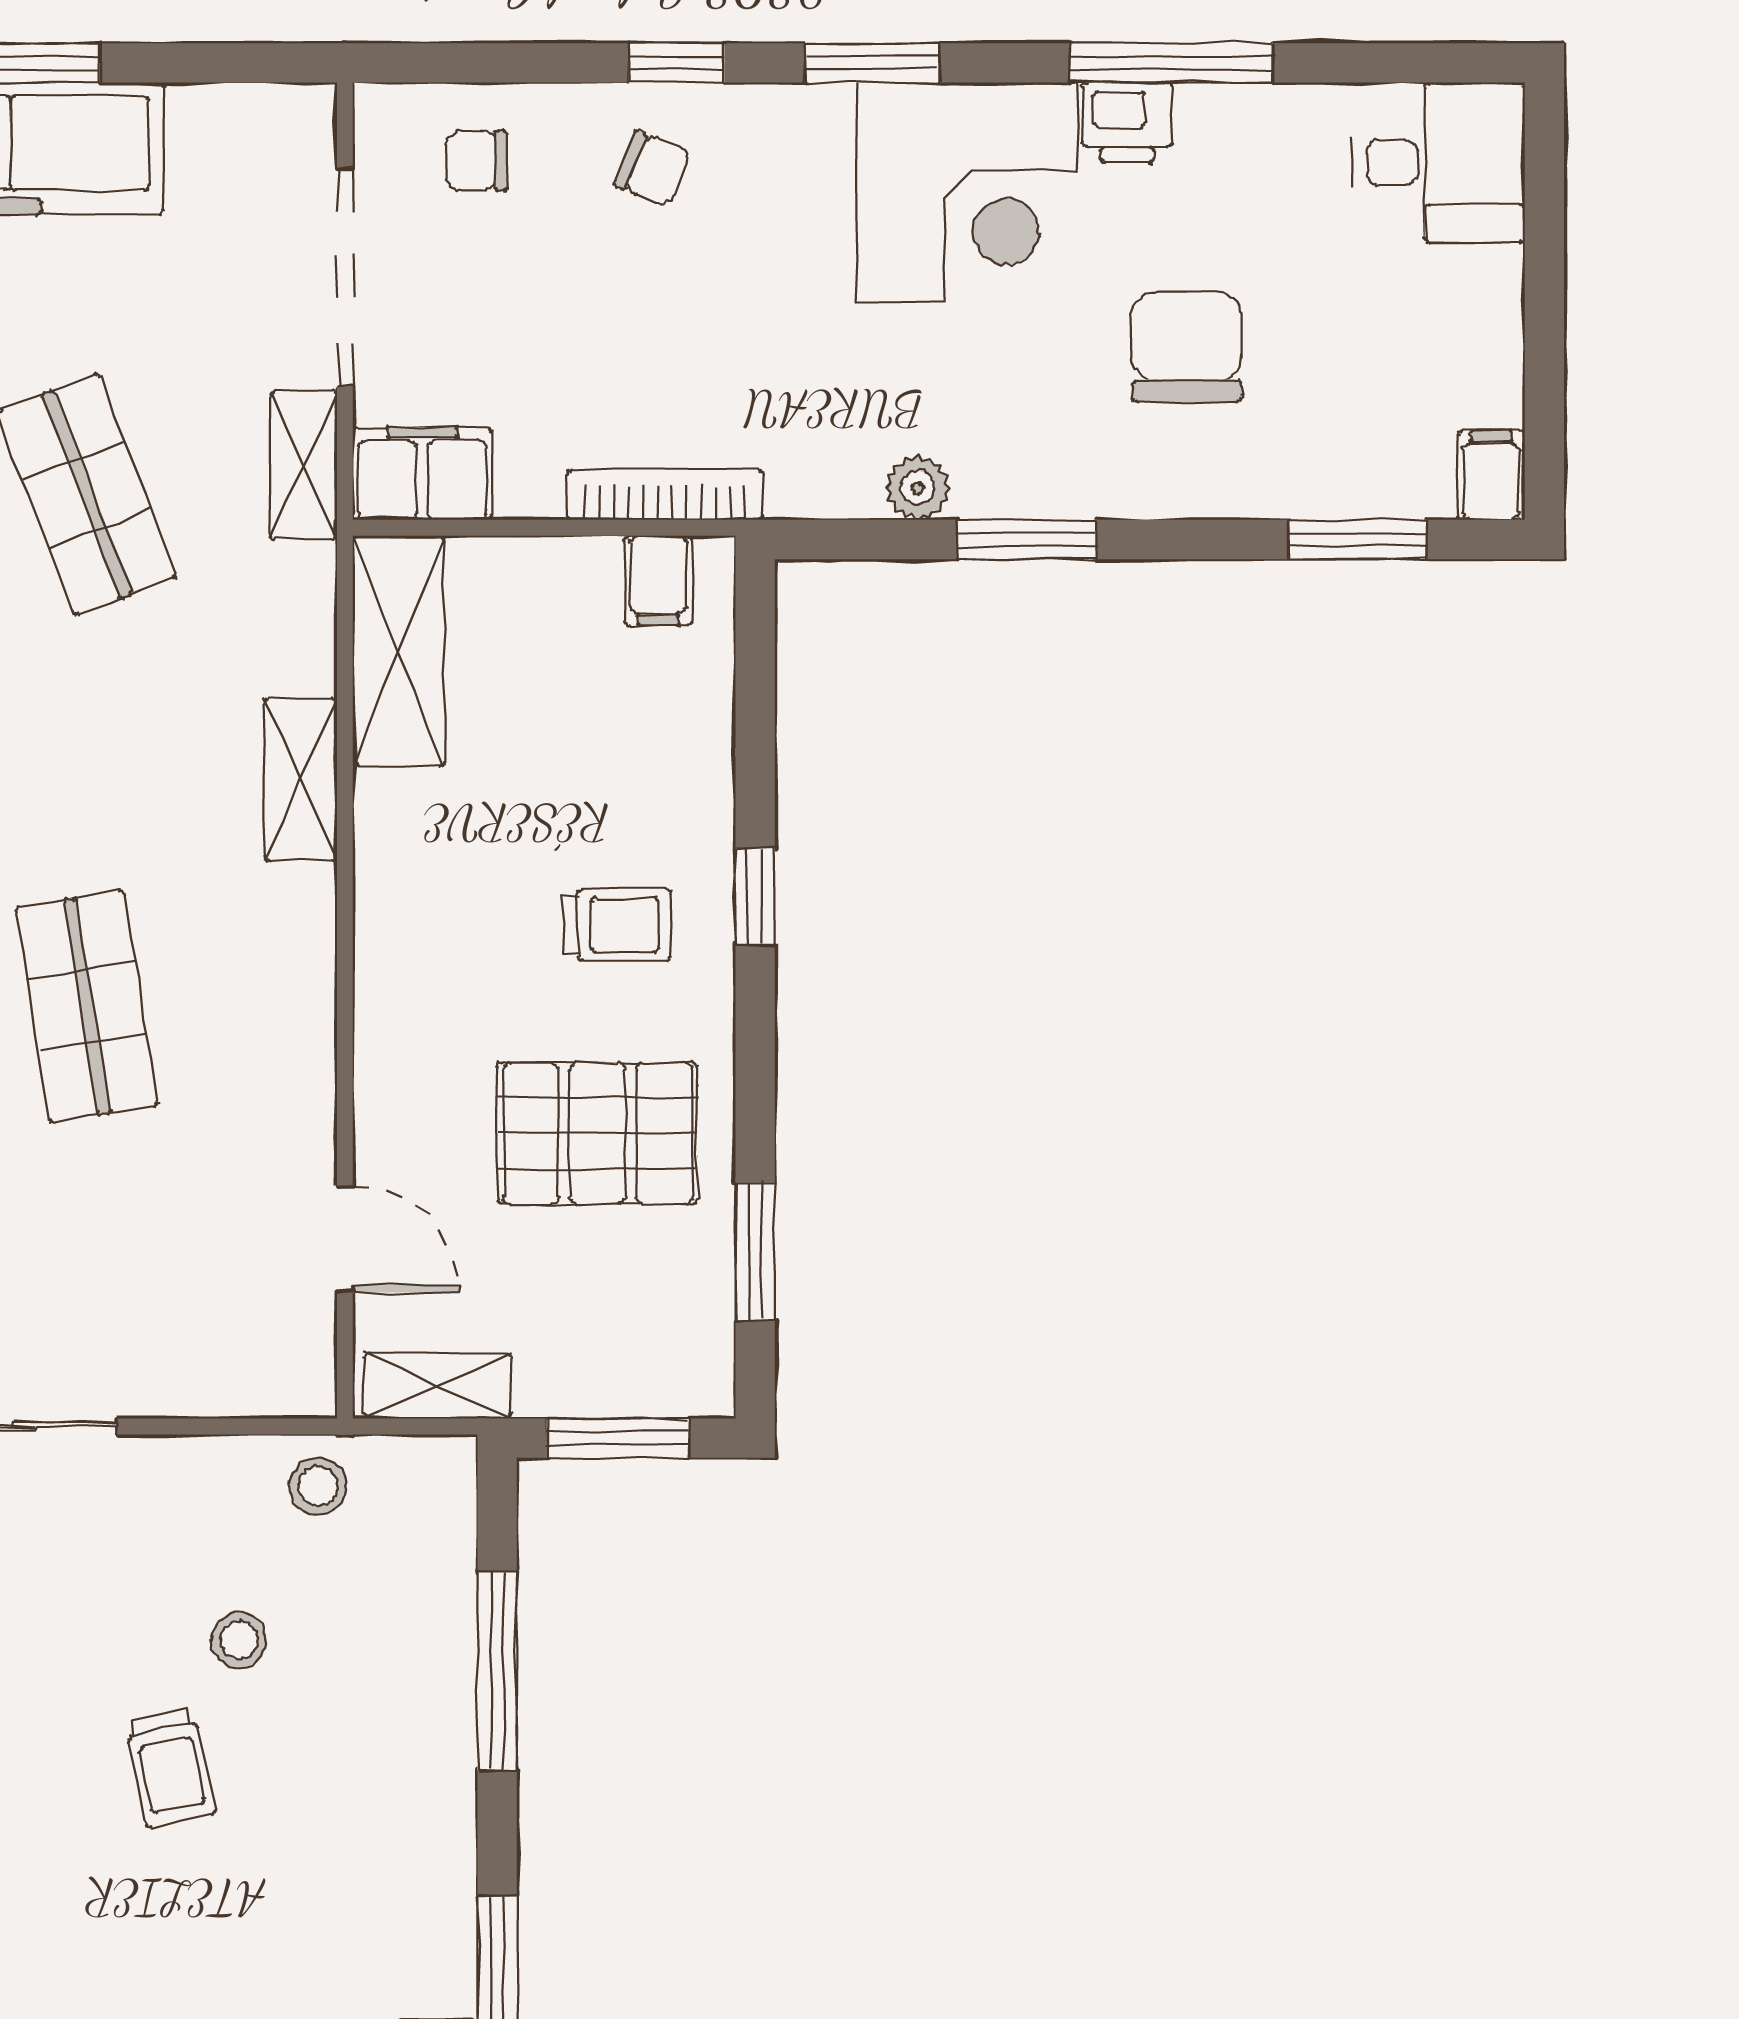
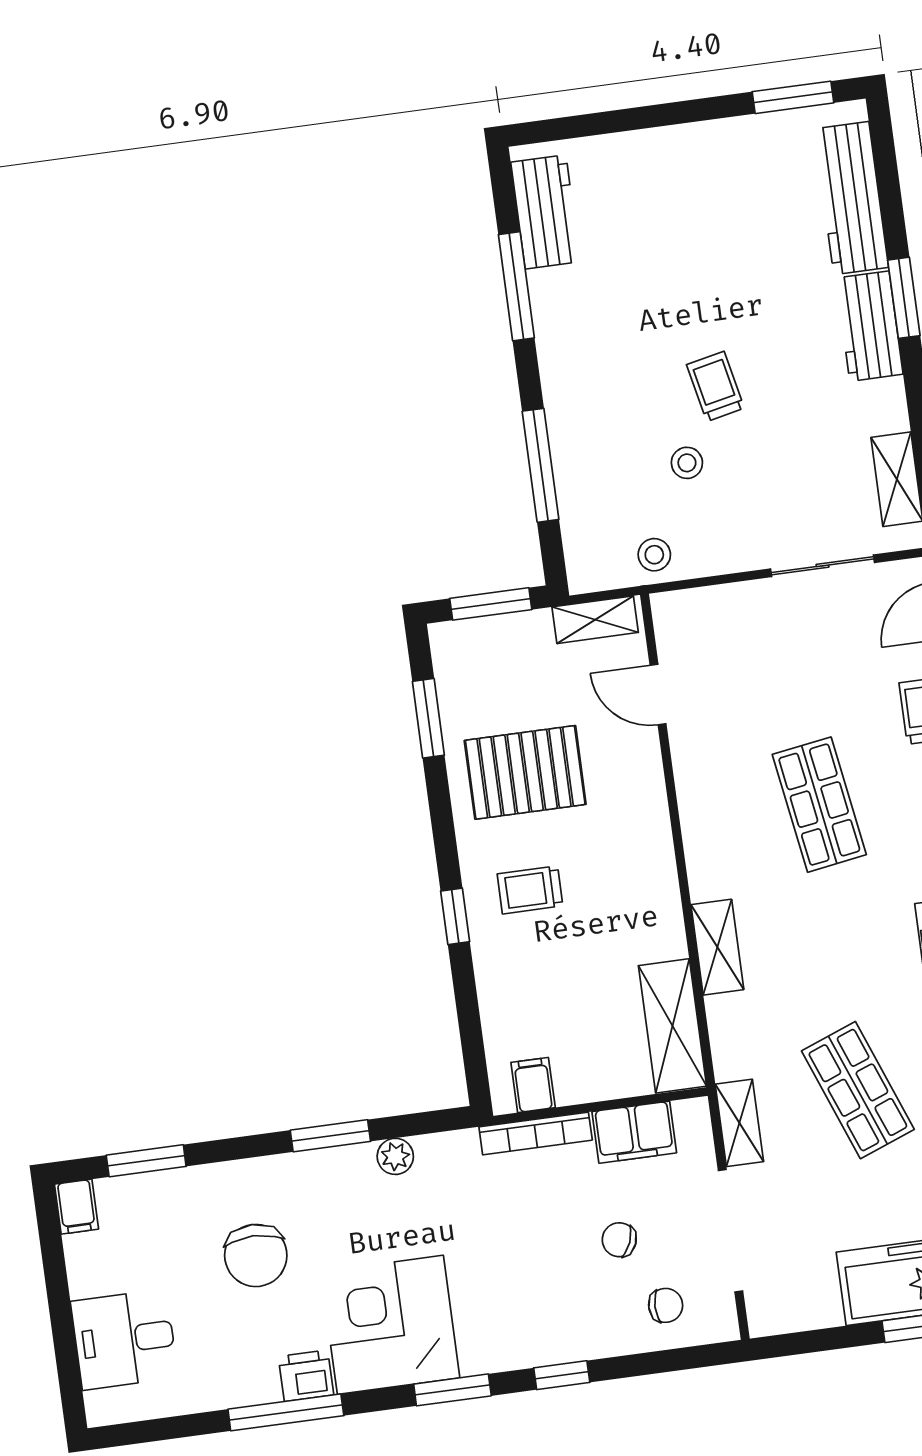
desk: (1439, 162) -> (124, 1339), moved
chair: (652, 169) -> (619, 1240), moved
filing cabinet: (422, 474) -> (634, 1132), moved

